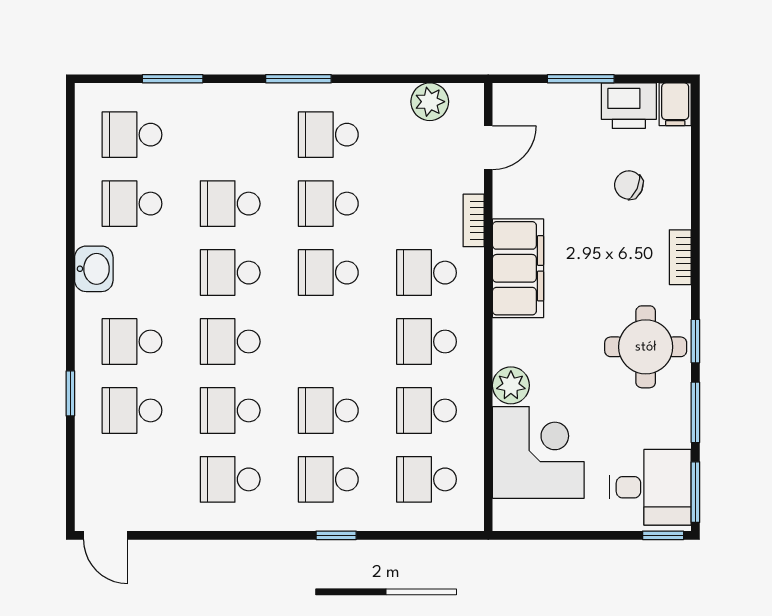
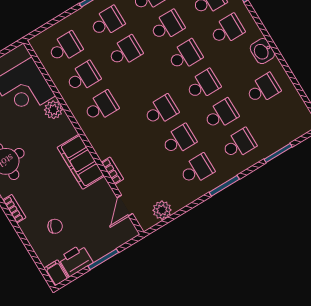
school desk: (132, 135) -> (239, 144), moved
school desk: (427, 273) -> (119, 136), removed

